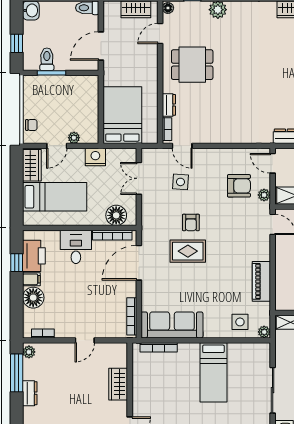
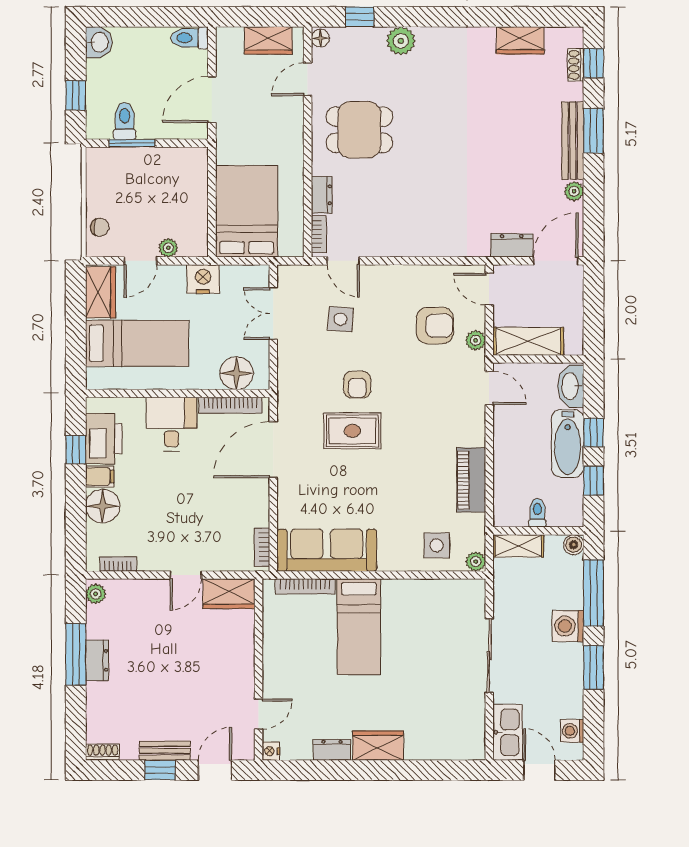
bookcase: (132, 316) -> (262, 547), width x0.64
bed: (213, 372) -> (359, 627), moved
window: (17, 373) -> (76, 654), moved
wardrobe: (118, 384) -> (229, 594), moved, turned -90

